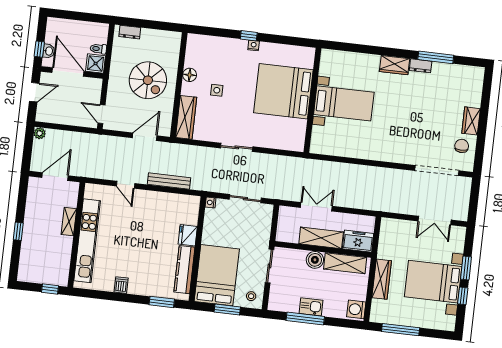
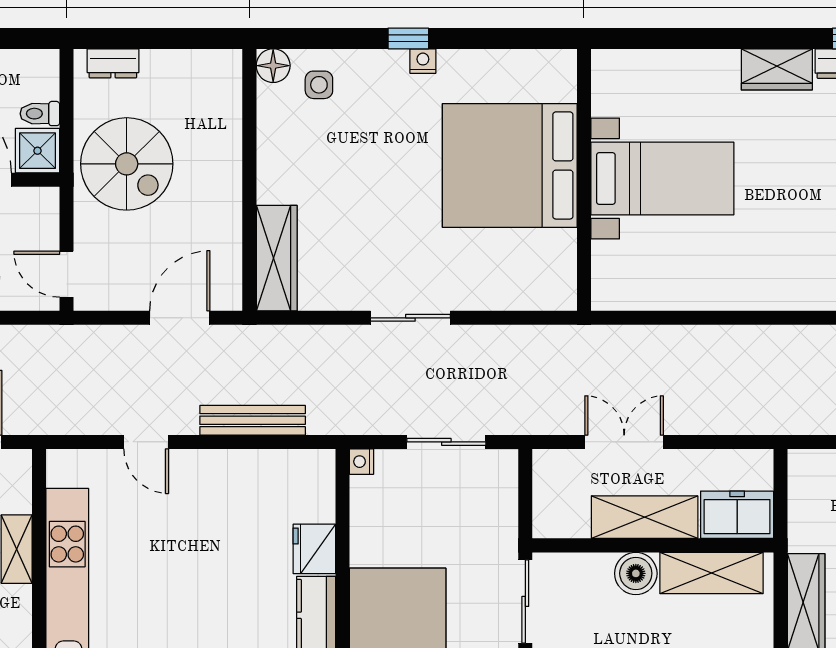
floor lamp: (190, 75) -> (273, 66), moved
spiral stairs: (148, 80) -> (127, 164), moved
side table: (217, 90) -> (319, 85), moved

